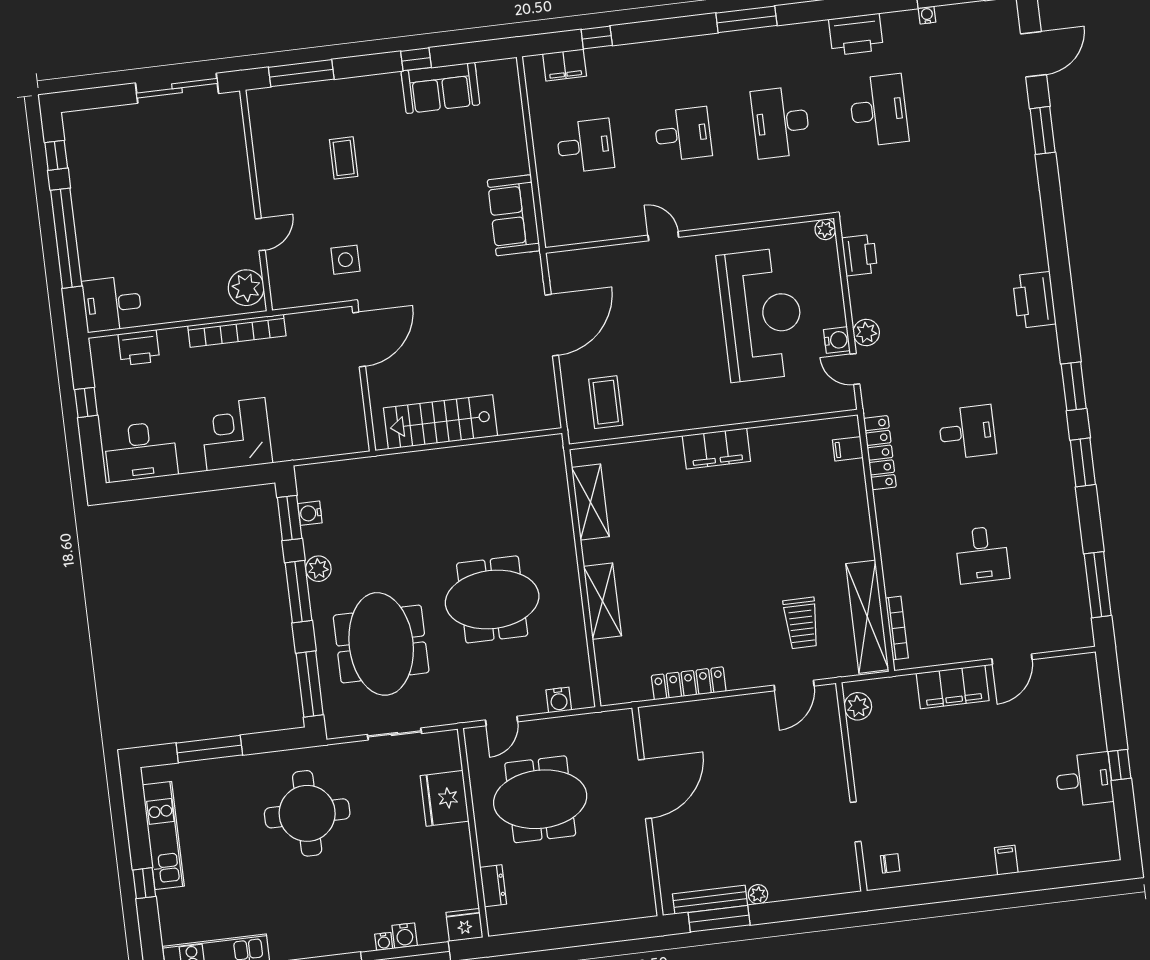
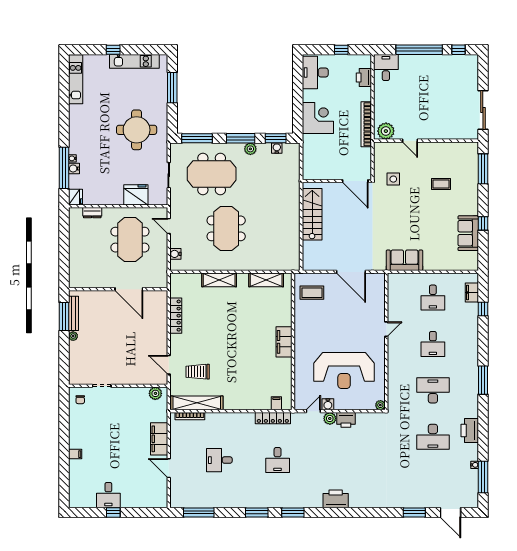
printer: (860, 255) -> (346, 420), moved

